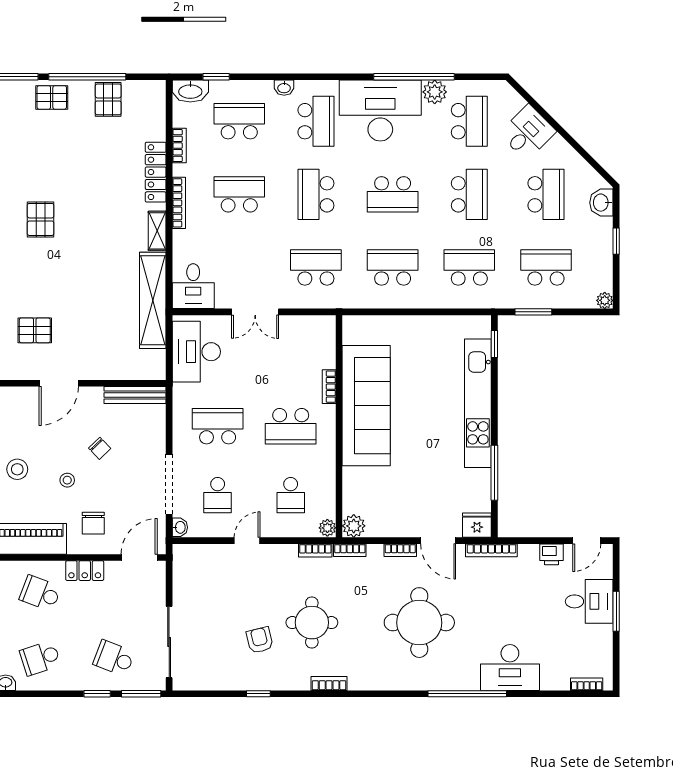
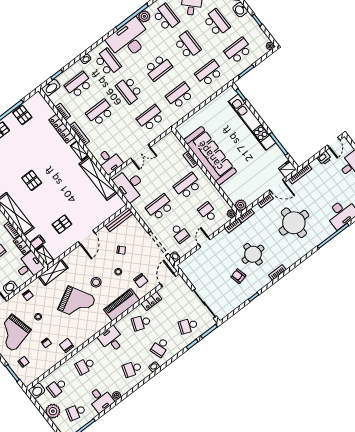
school desk: (291, 426) -> (187, 186), turned 180
school desk: (291, 495) -> (208, 212), turned 180

